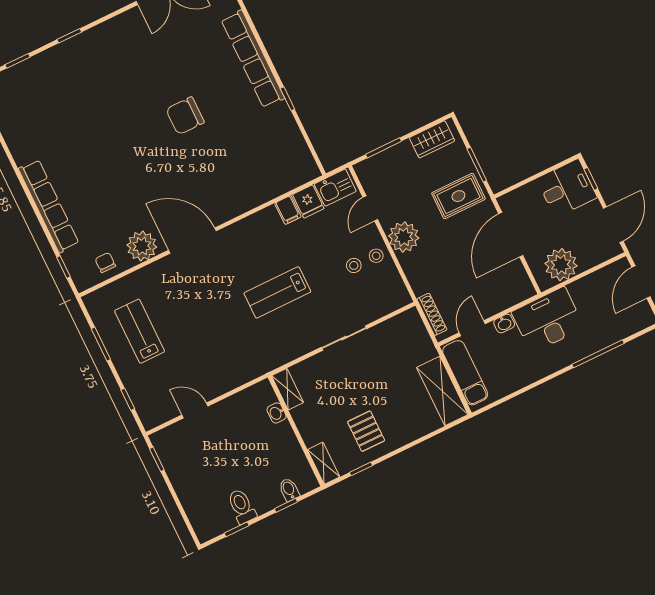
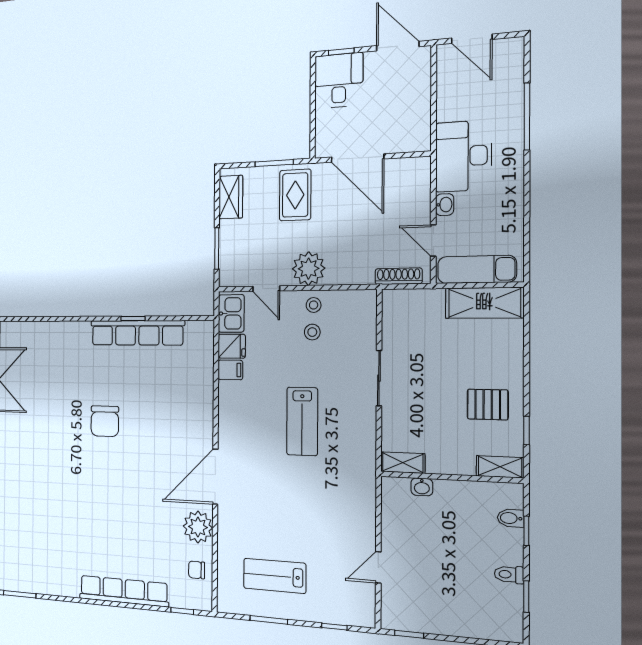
row of seats: (253, 59) -> (137, 333), moved
plant: (561, 265) -> (412, 118), removed
toilet: (242, 506) -> (509, 575), width x0.73, depth x0.72

